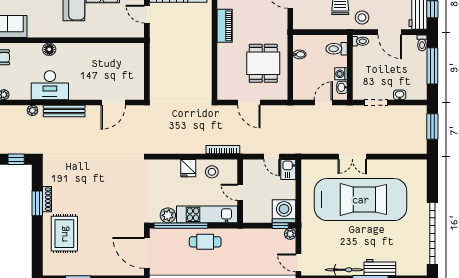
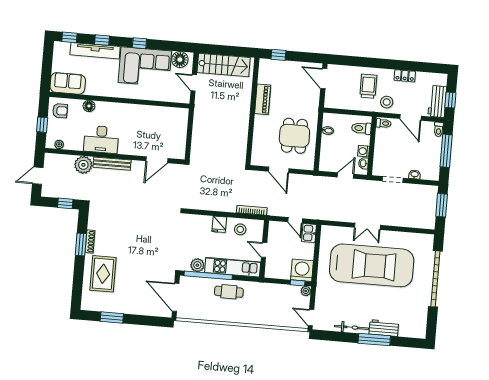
floor lamp: (49, 49) -> (89, 106), moved
plant: (33, 110) -> (83, 165), width x1.87, depth x1.87
garage door: (432, 233) -> (435, 279), moved

